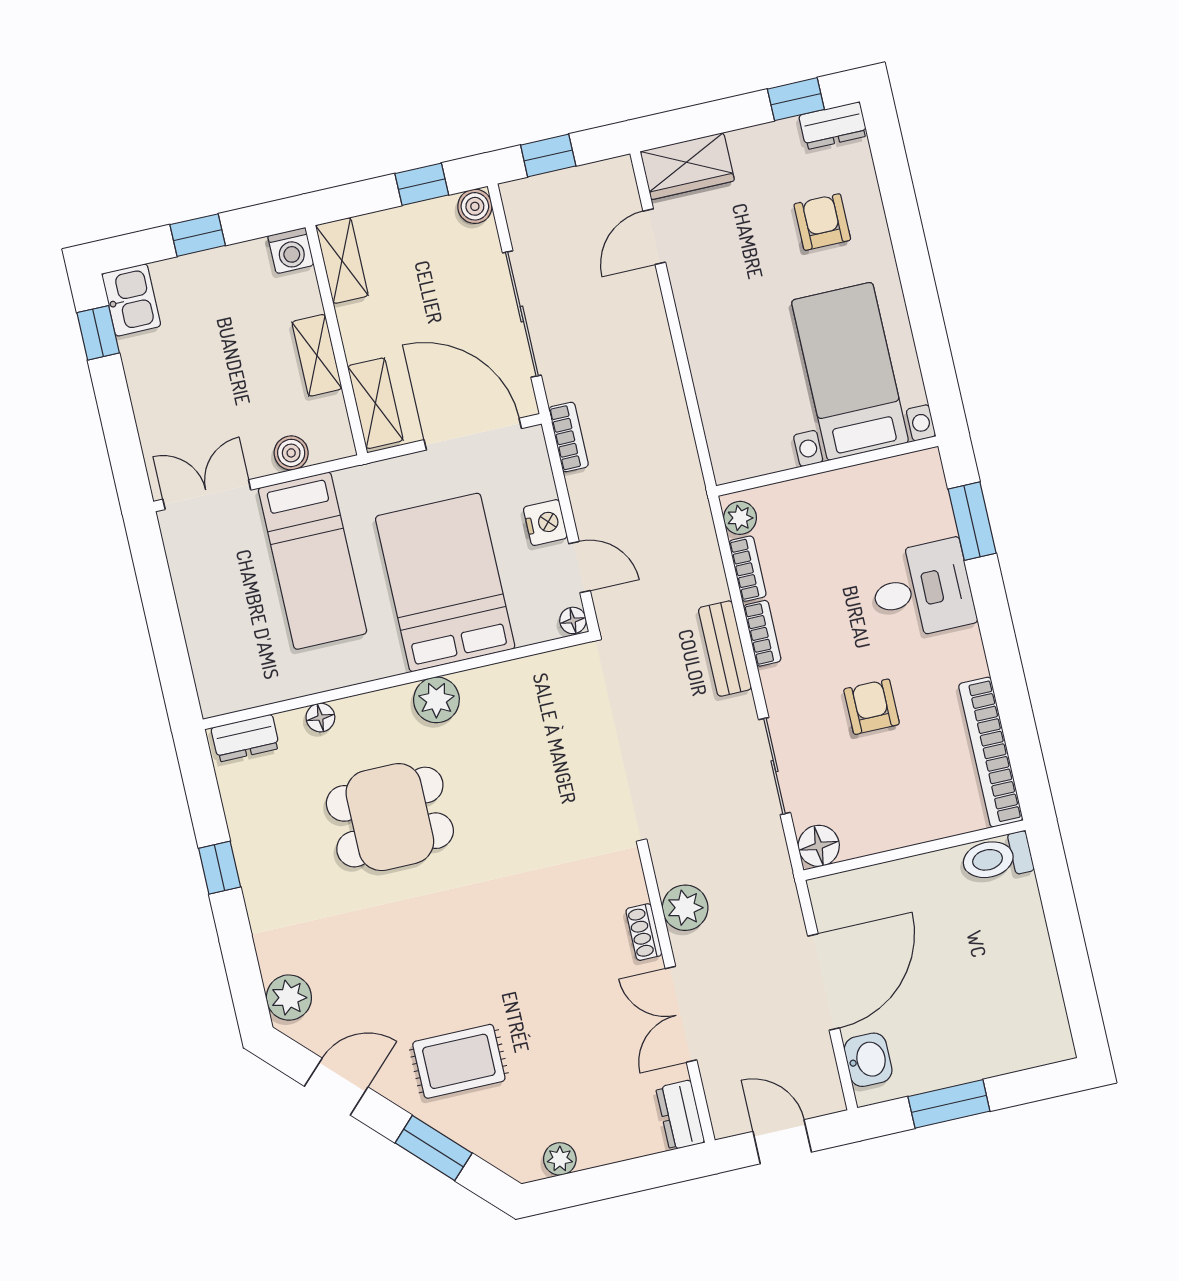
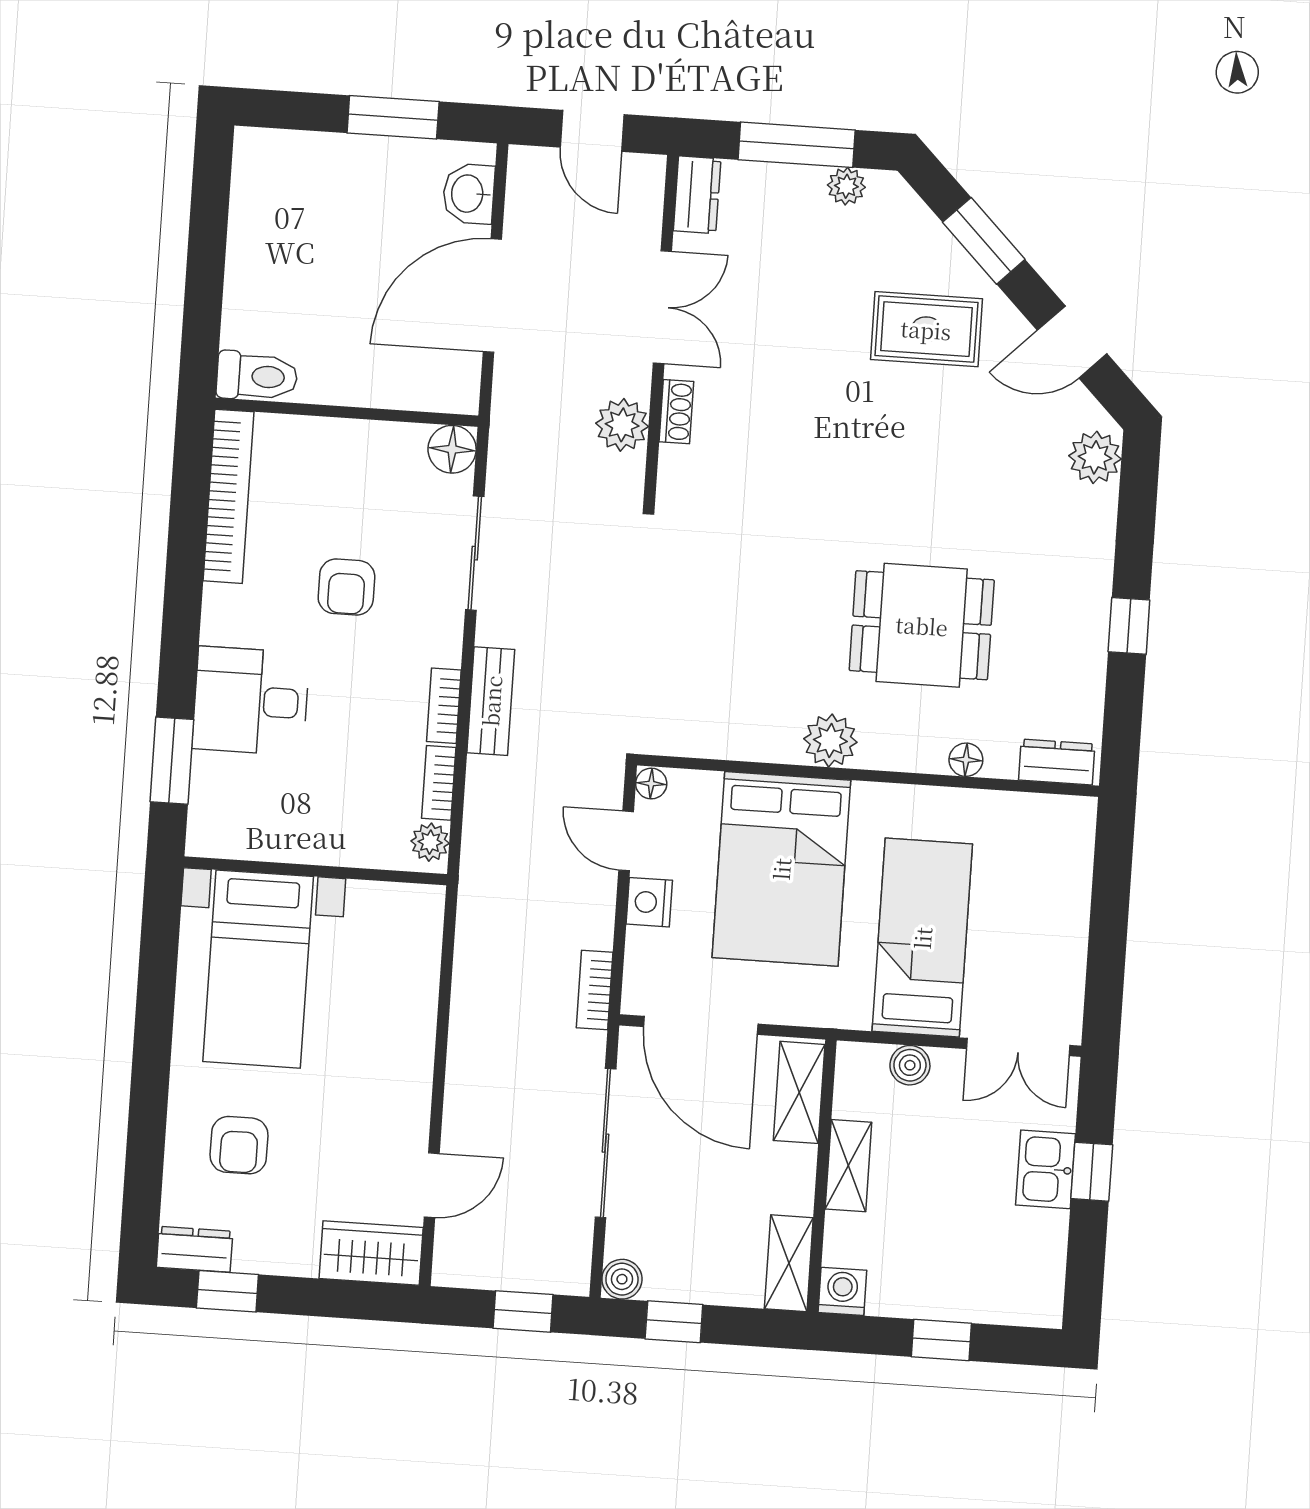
kitchen sink: (131, 300) -> (1046, 1169), moved
window: (98, 333) -> (1092, 1172), moved
window: (611, 1181) -> (797, 145), added

